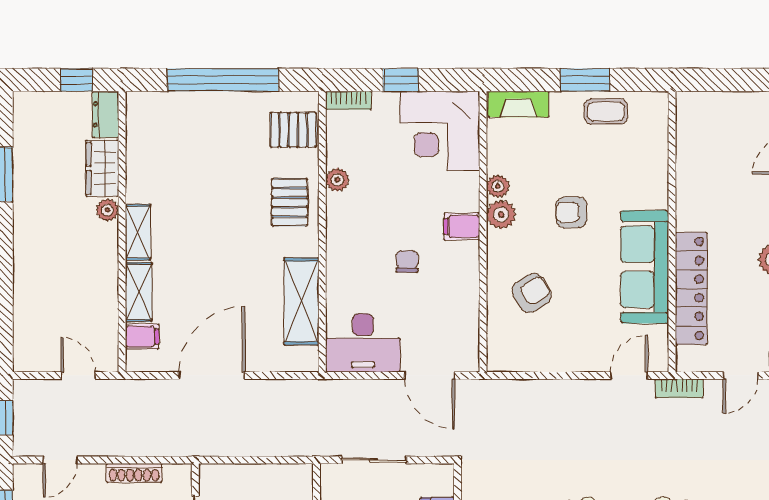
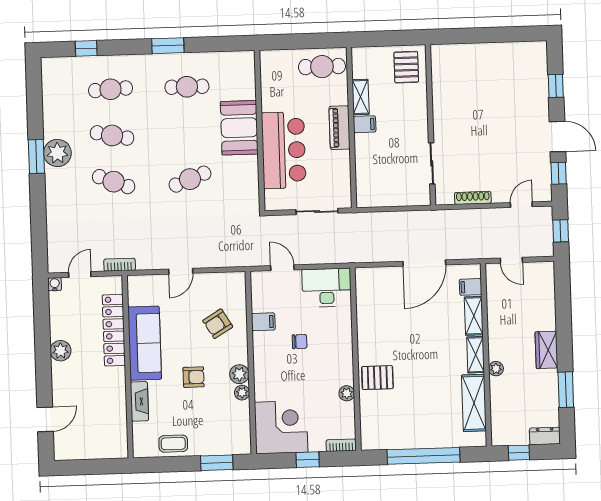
window: (585, 80) -> (217, 463), moved
fireplace: (518, 104) -> (139, 401), moved, turned 90
dresser: (106, 114) -> (545, 436), moved, turned -90
pallet: (293, 130) -> (377, 425), removed
wardrobe: (102, 168) -> (546, 350), moved, turned 180
pallet: (290, 202) -> (377, 378), turned 90
filing cabinet: (462, 226) -> (263, 322), moved
chair: (407, 262) -> (300, 342), turned -90
shelving: (301, 301) -> (474, 403), moved
door: (430, 375) -> (282, 268), width x0.73
door: (629, 375) -> (181, 271), moved

